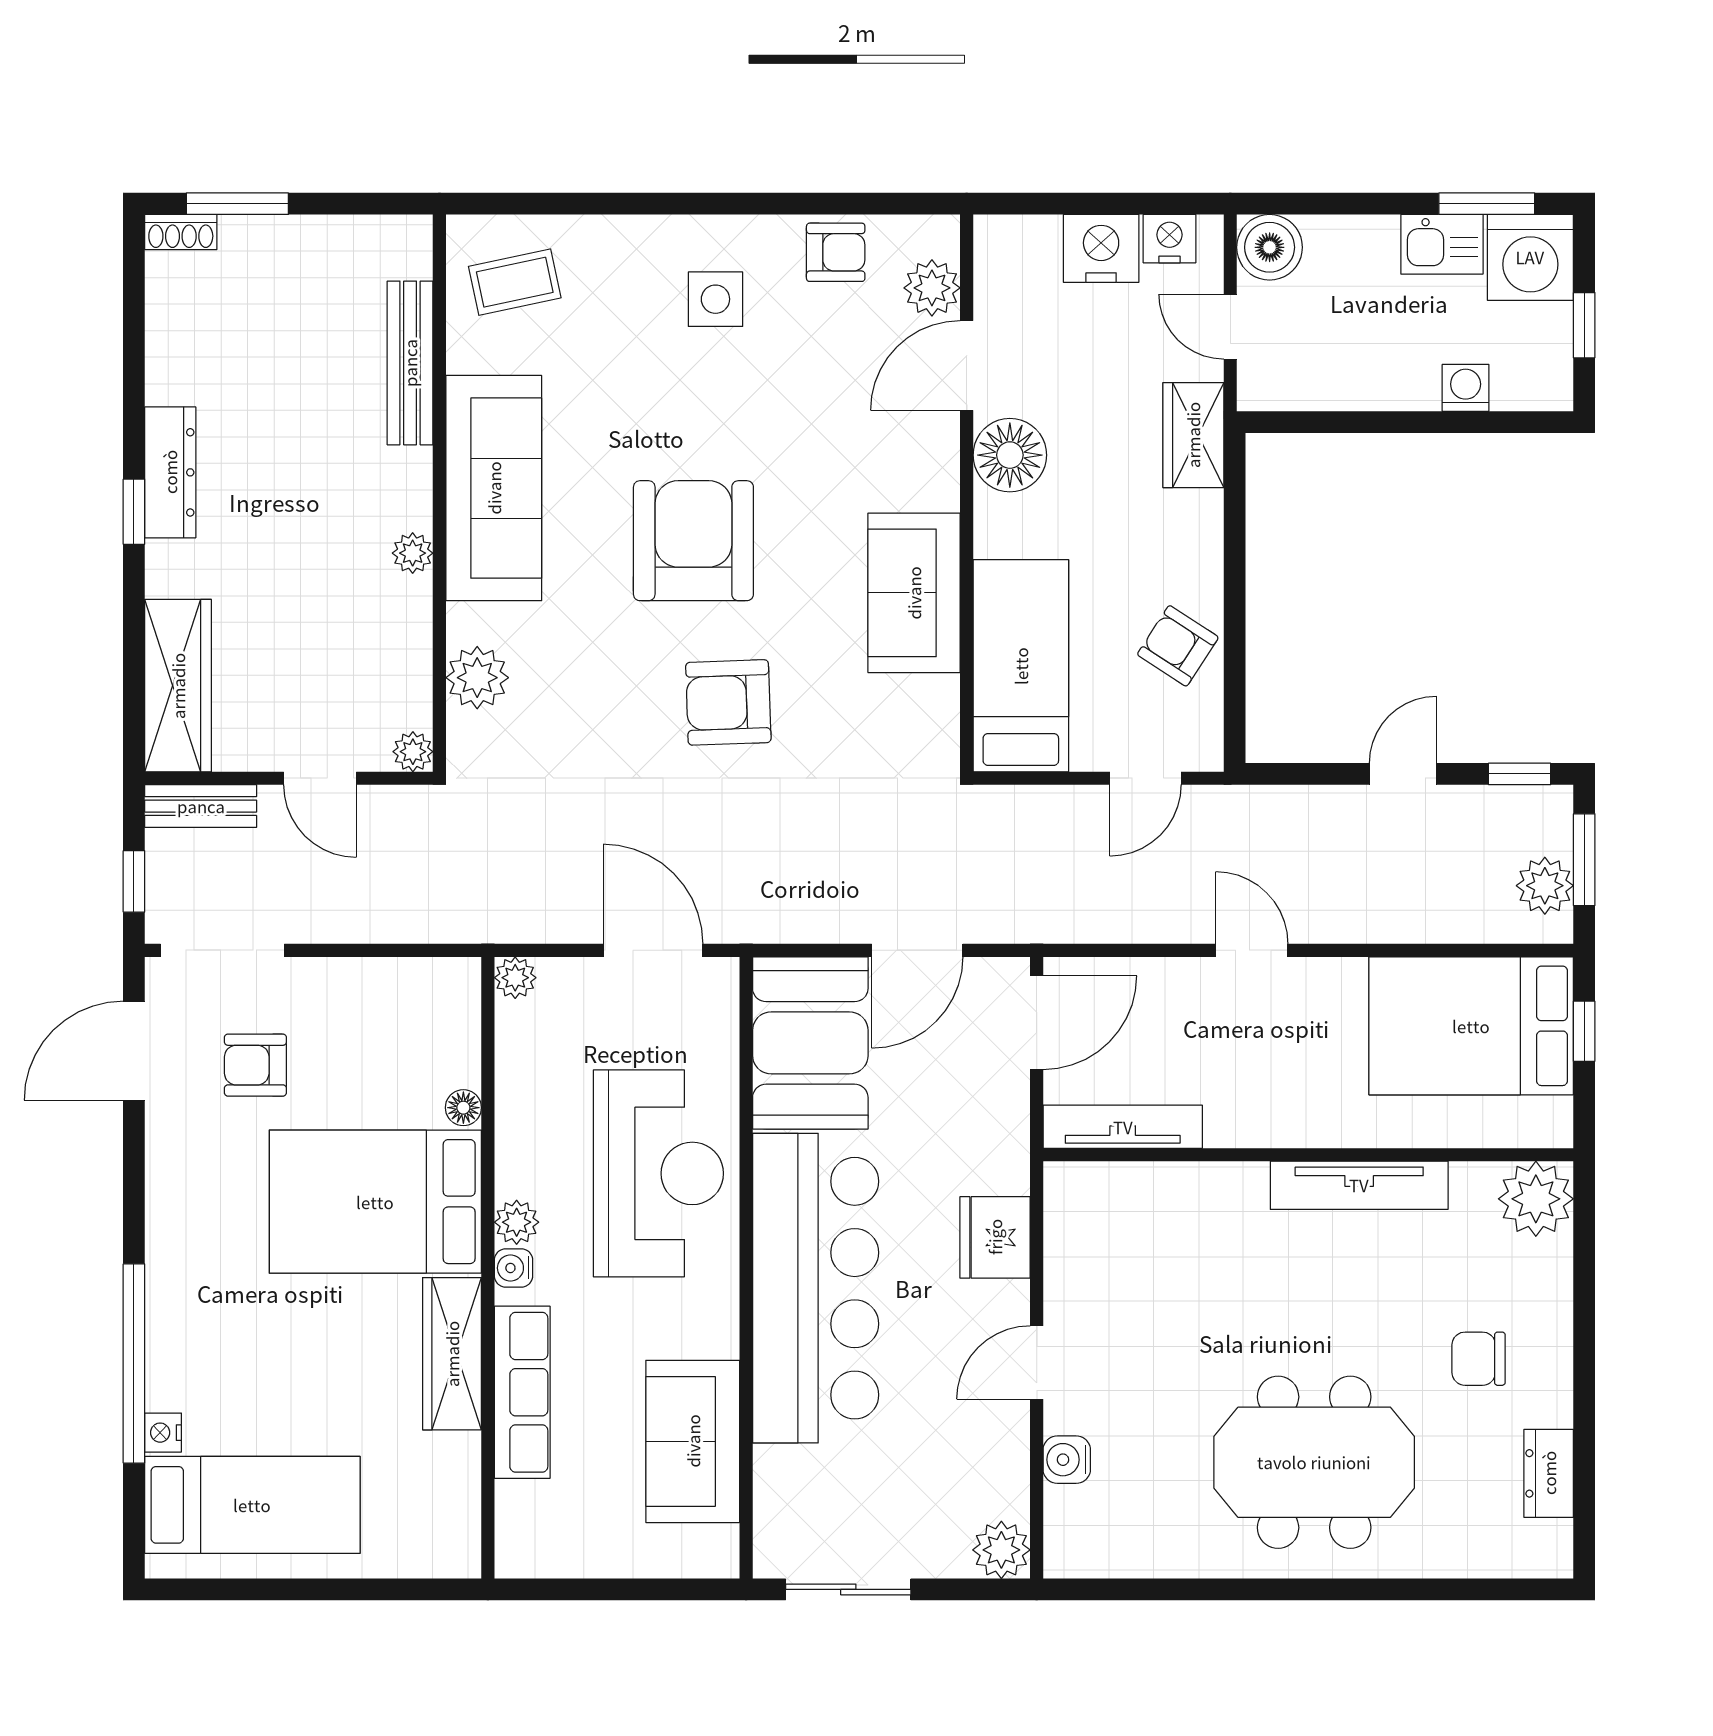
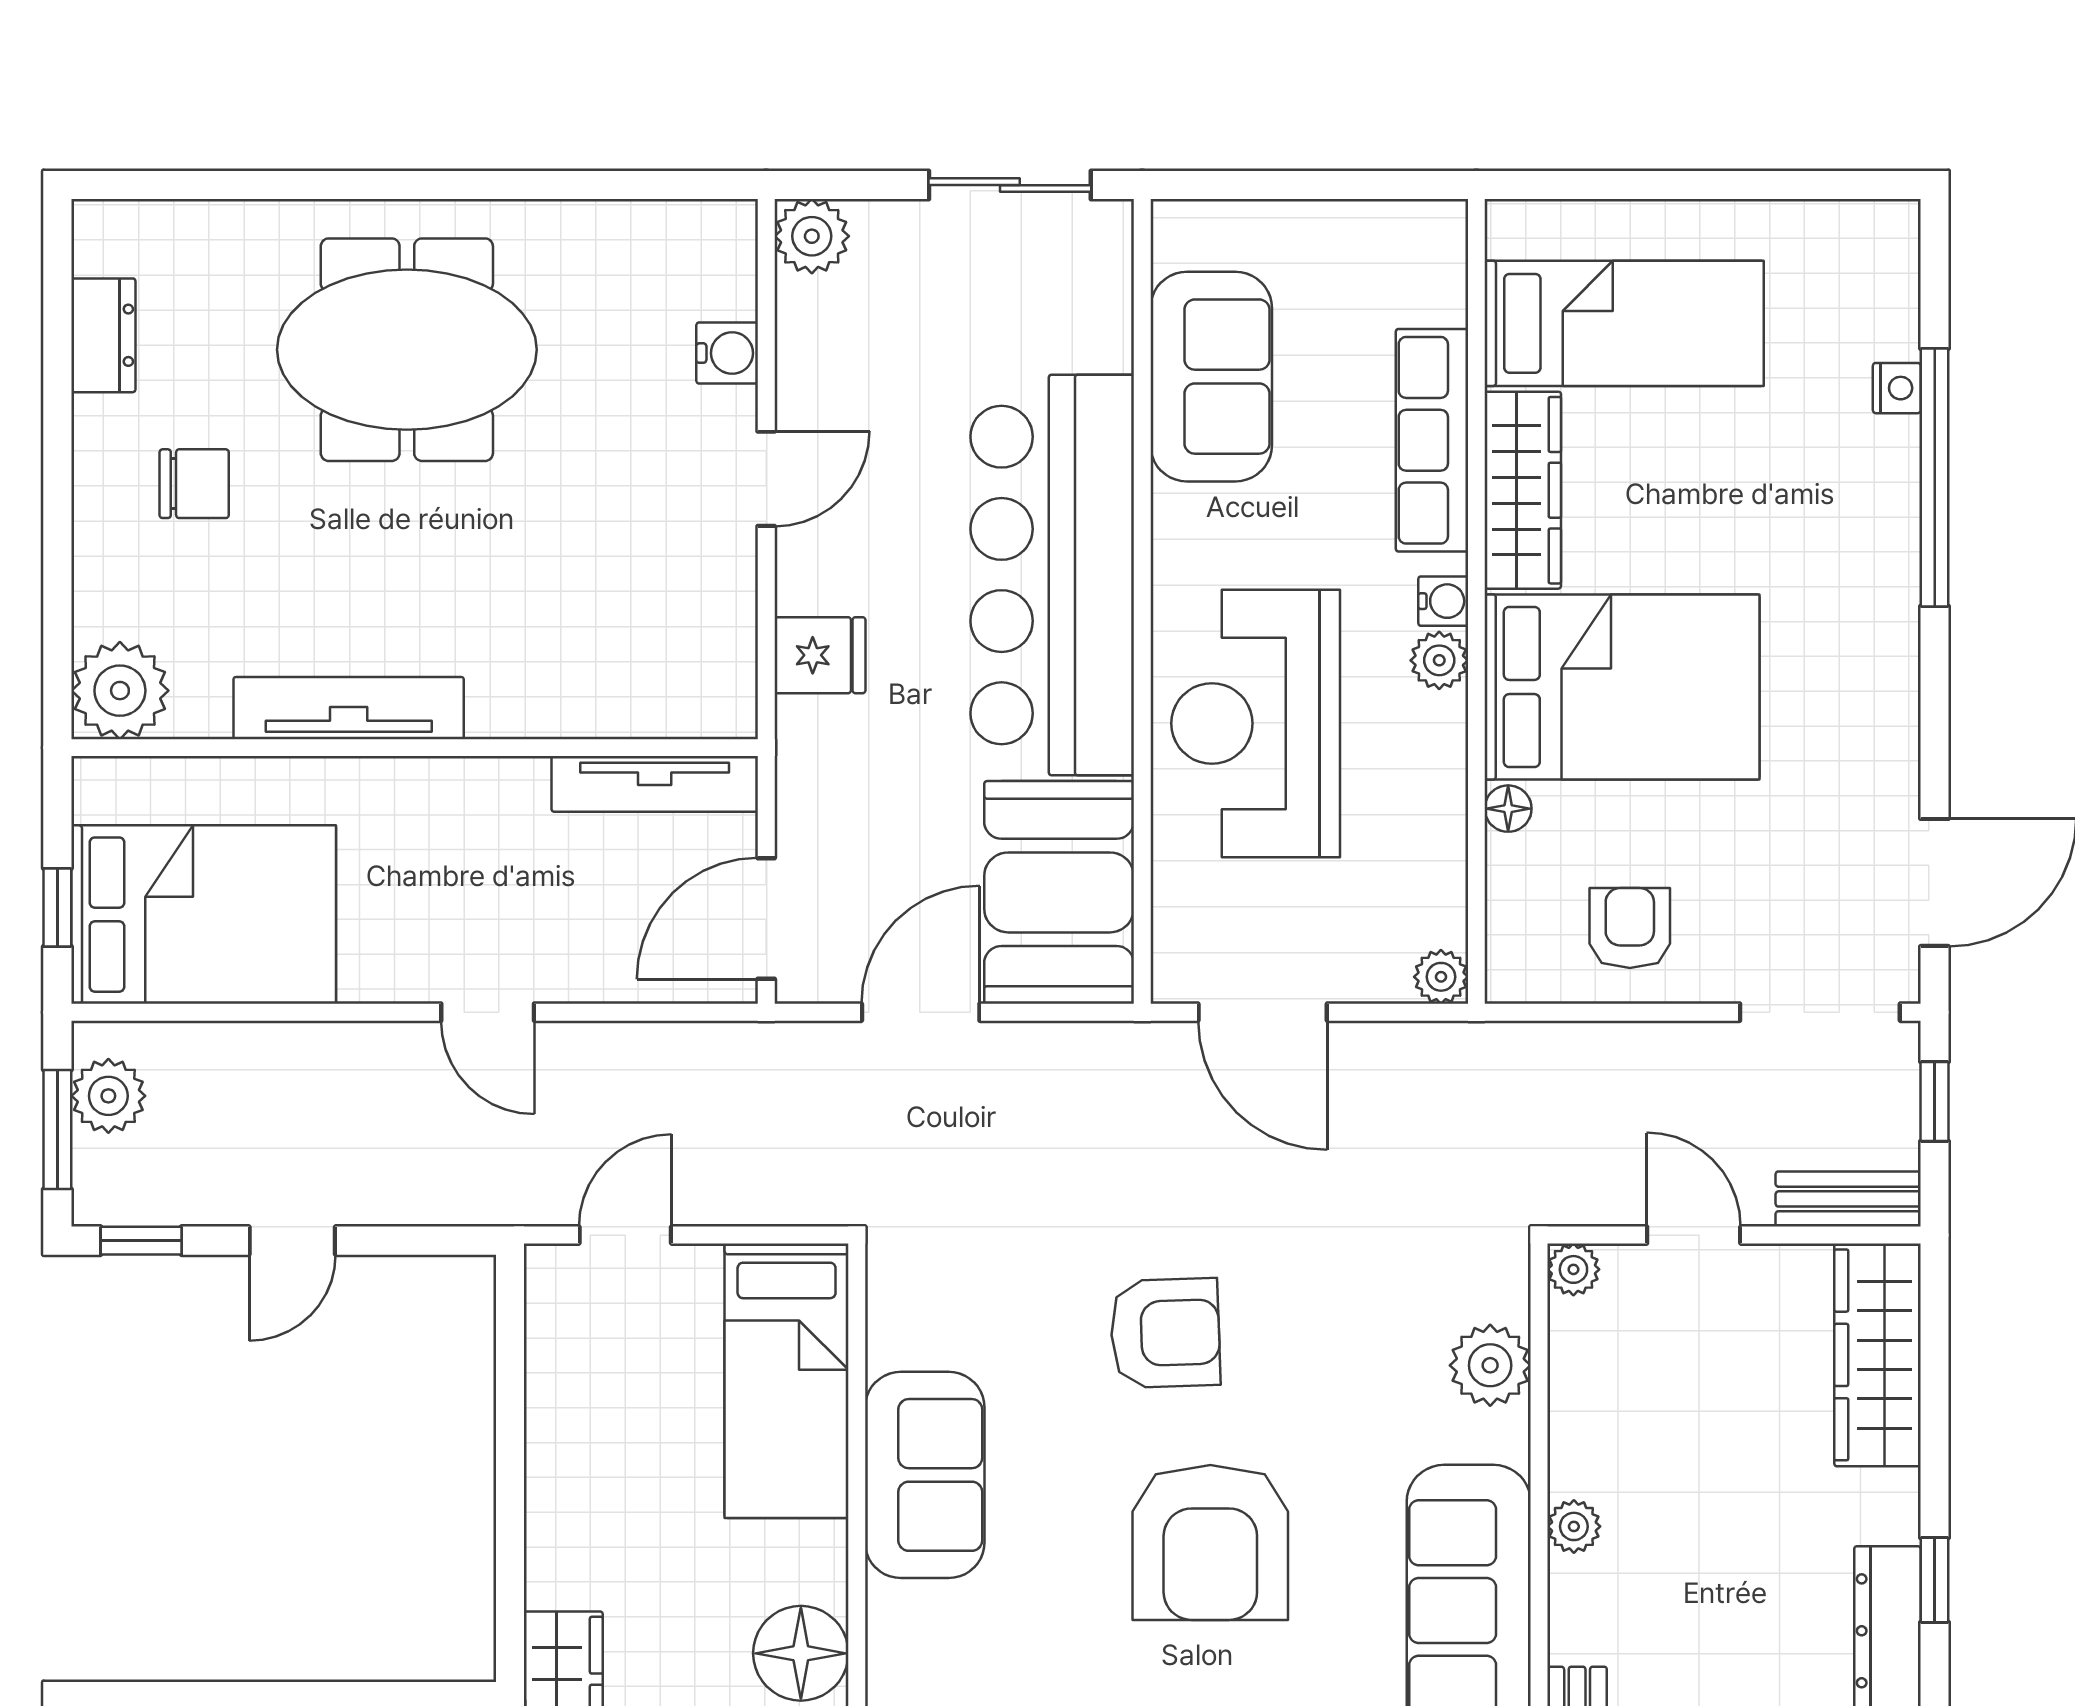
armchair: (1178, 646) -> (583, 1406), removed
armchair: (255, 1065) -> (1630, 928), moved, turned -90
fridge: (995, 1237) -> (820, 655), width x0.72
bed: (252, 1505) -> (1624, 323), moved, turned 180

